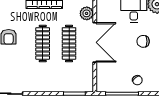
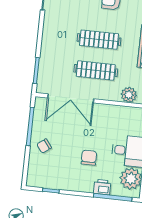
double door: (95, 42) -> (71, 98), moved

